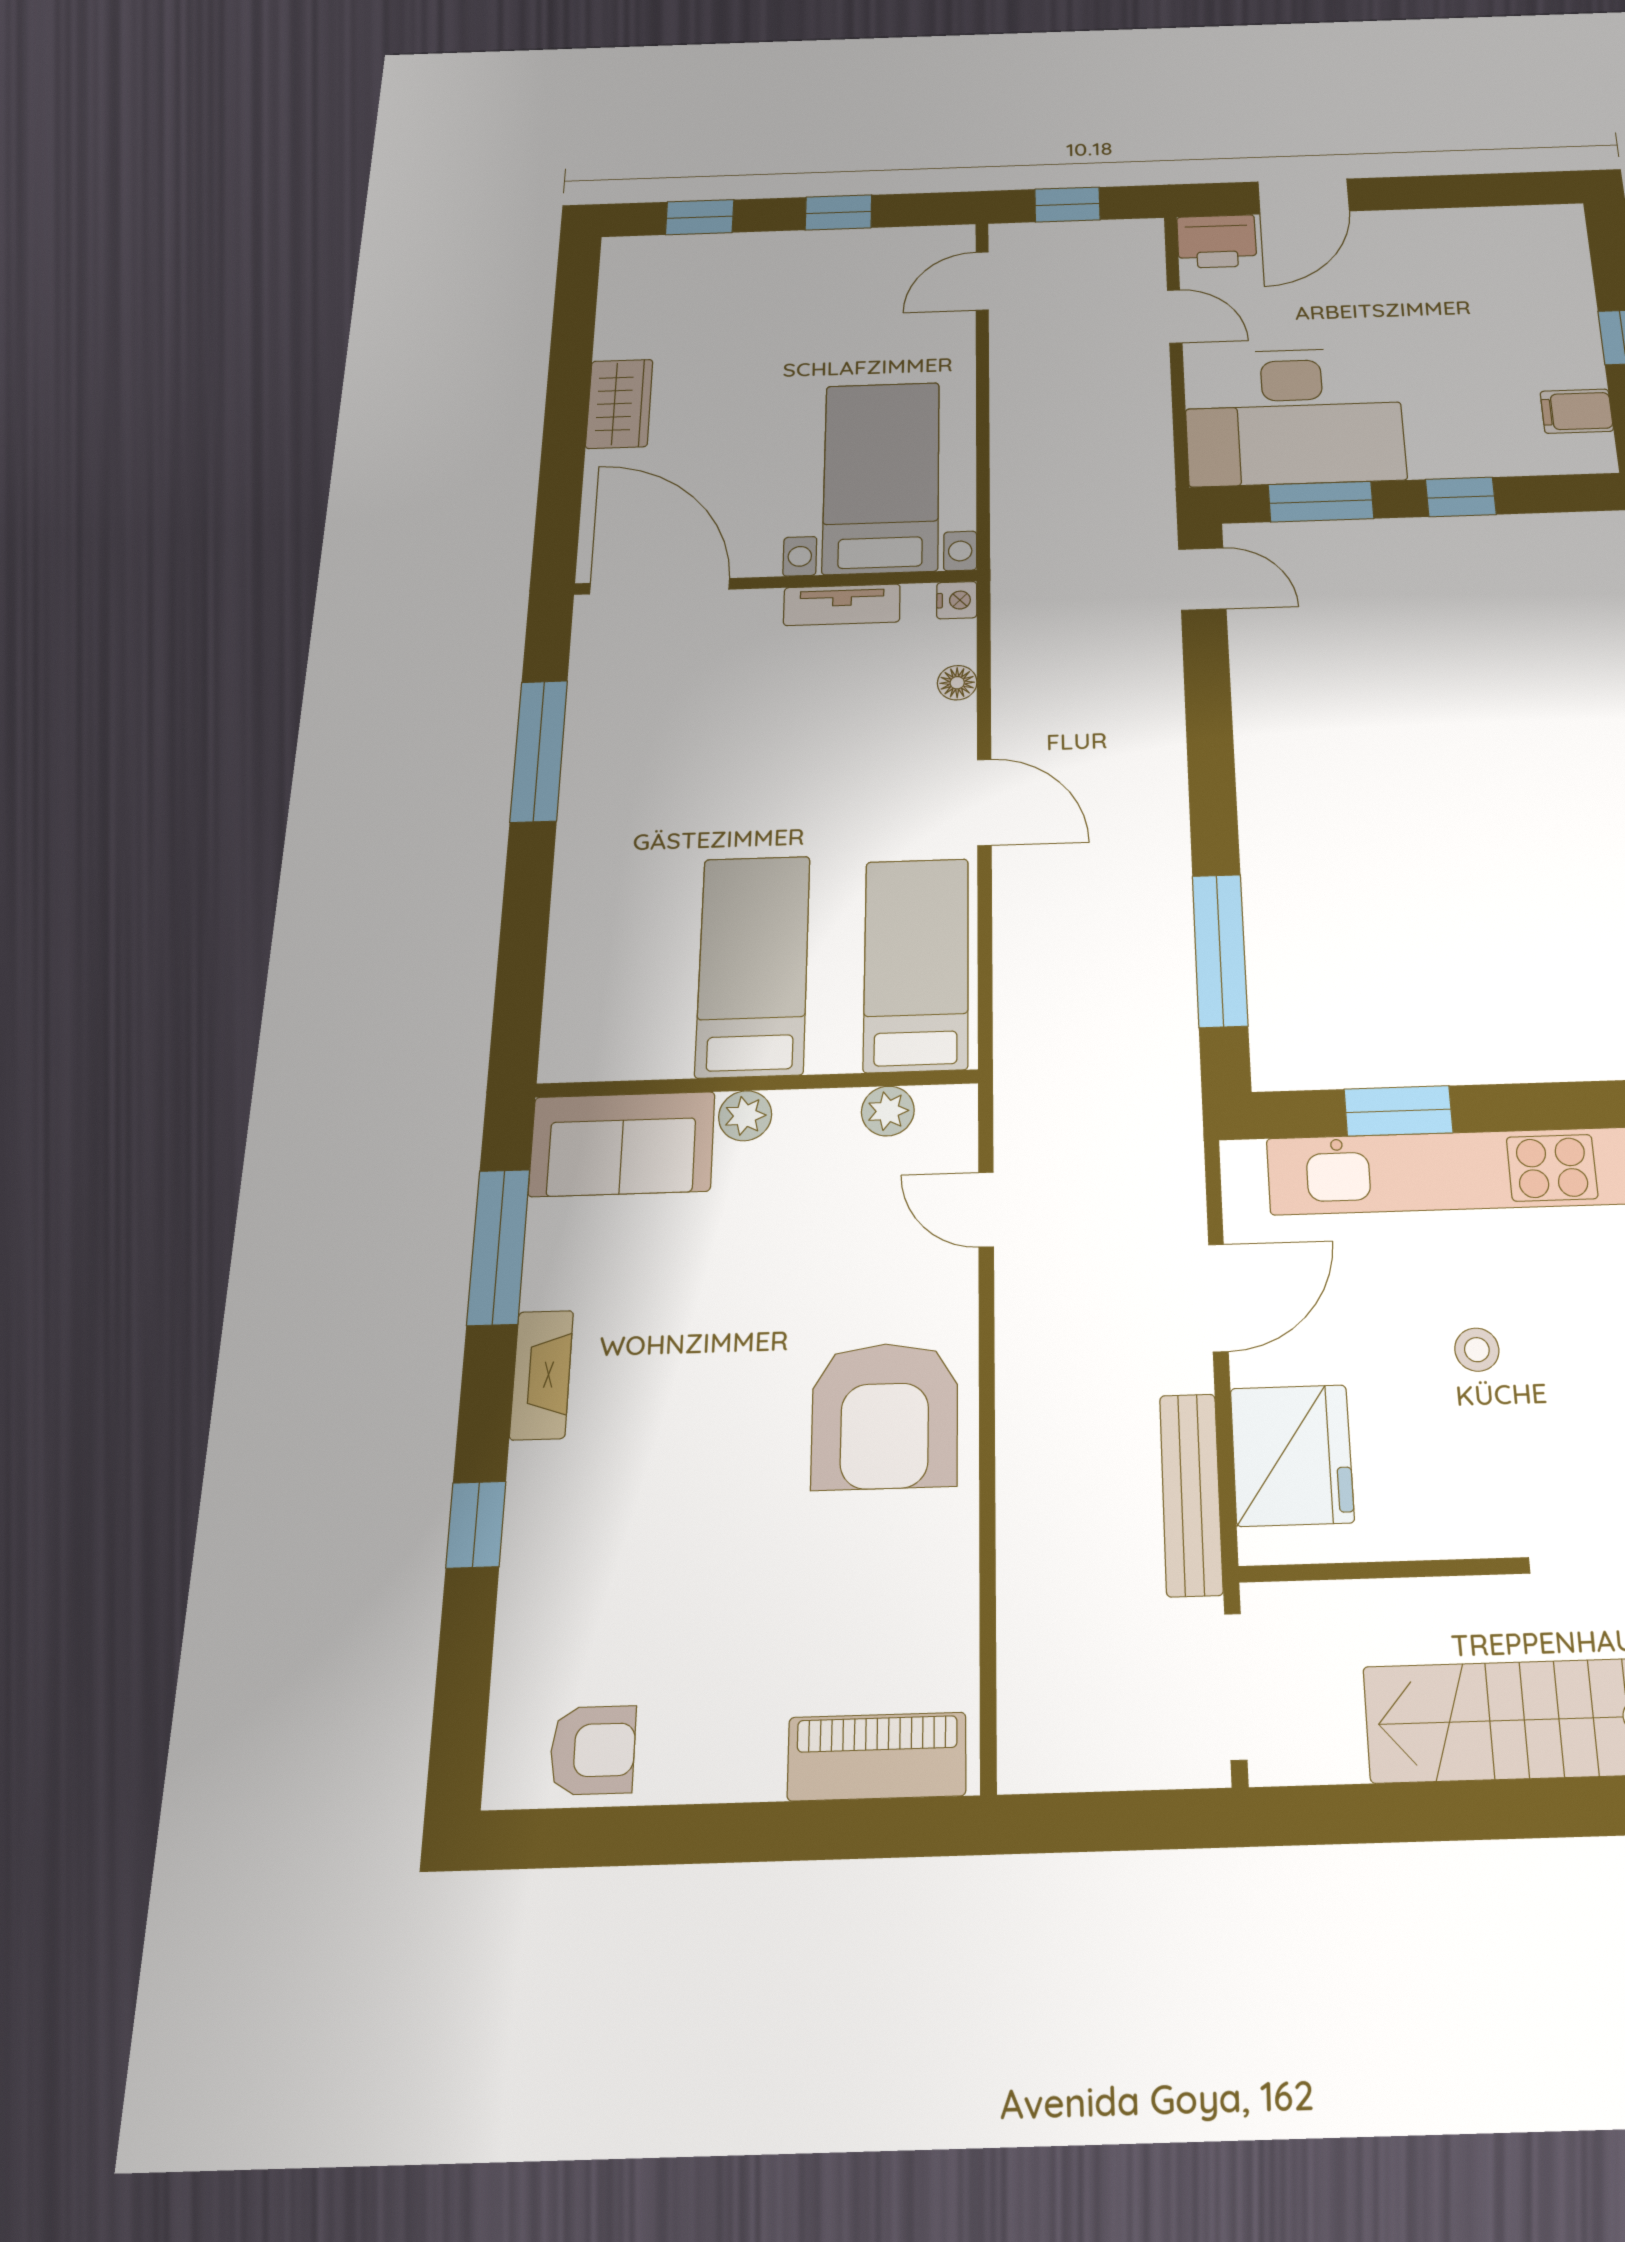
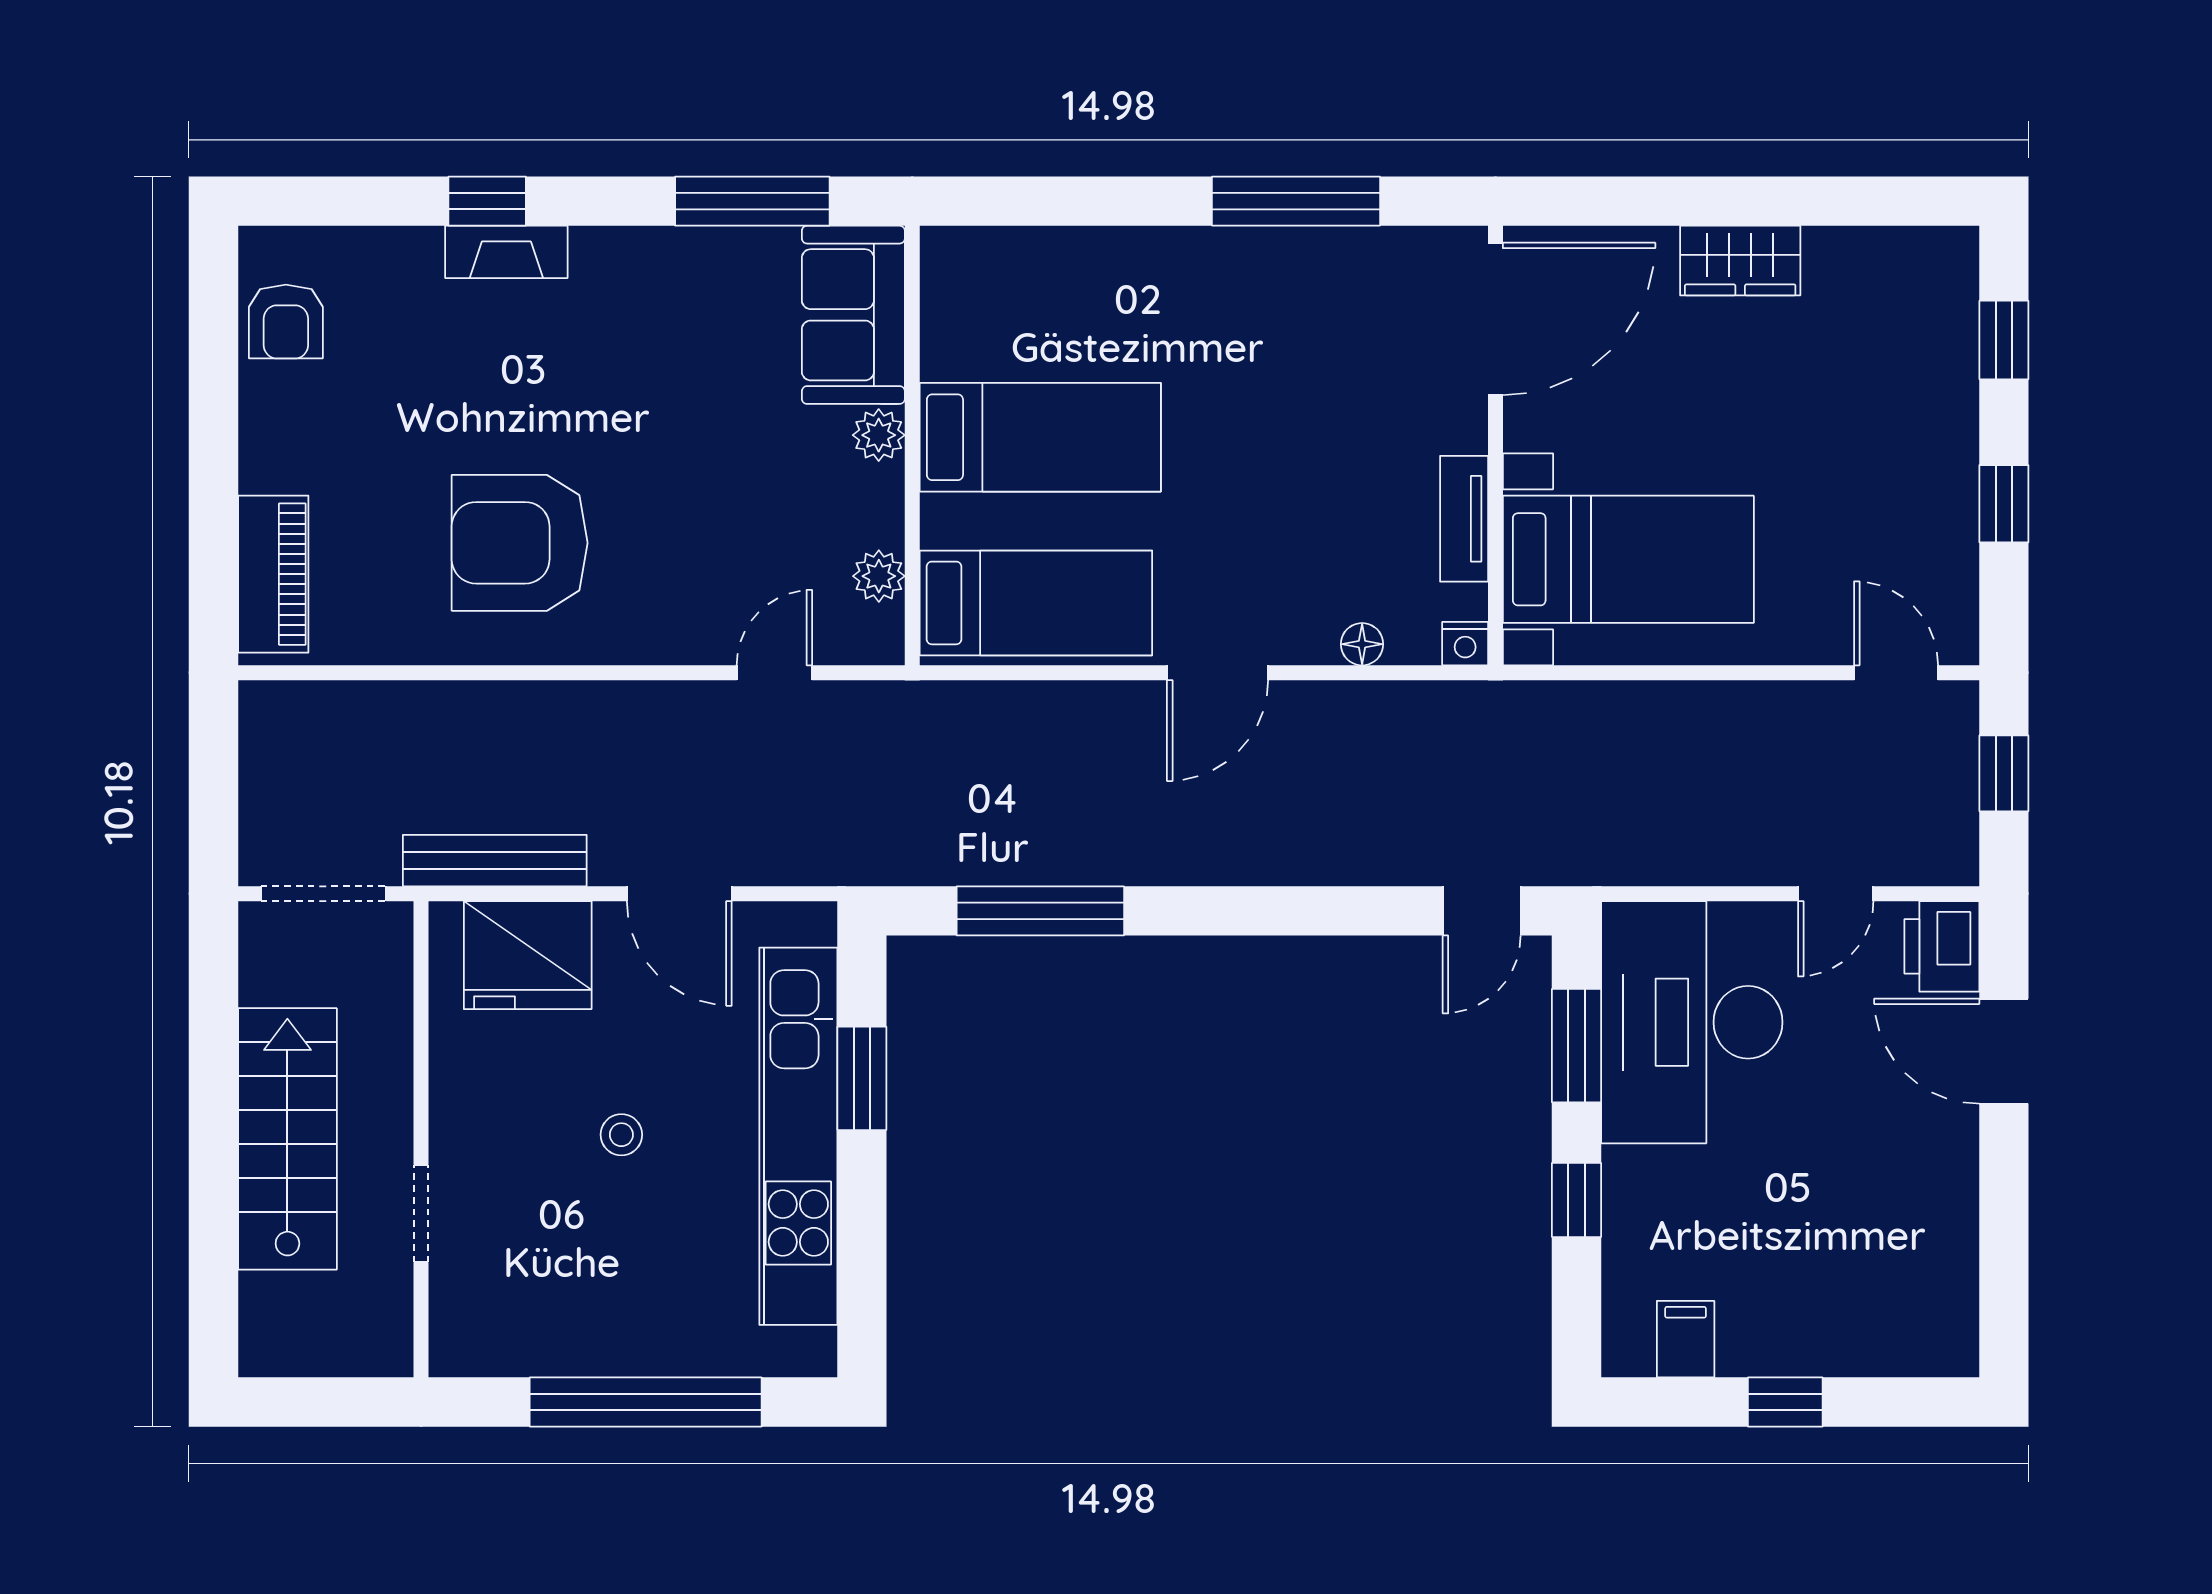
fireplace: (542, 1375) -> (506, 252), moved
armchair: (885, 1416) -> (520, 543), moved

